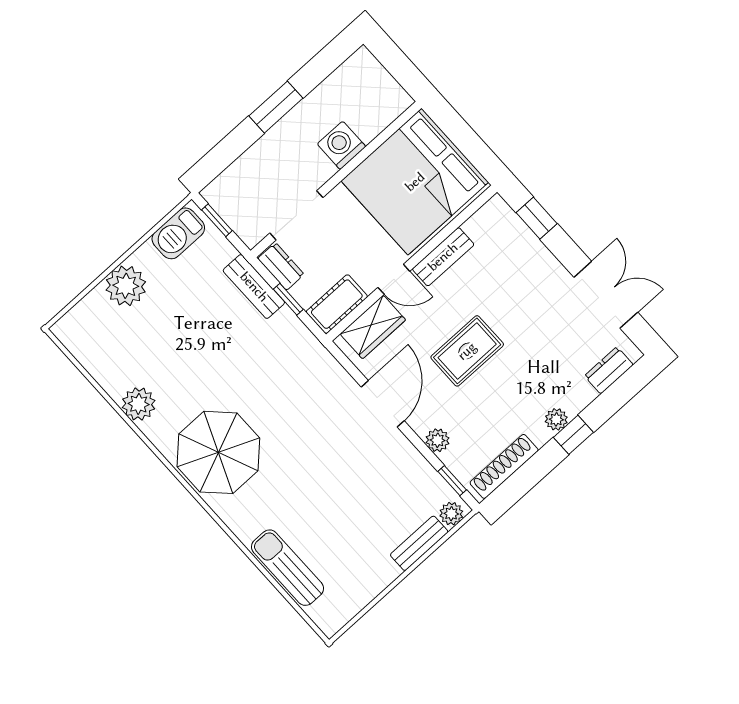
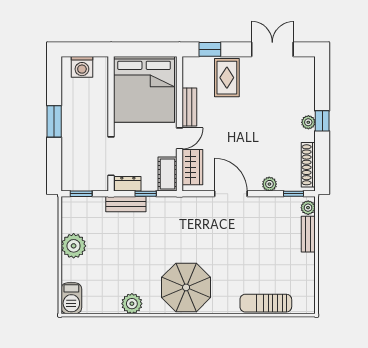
washing machine: (341, 145) -> (82, 67), moved, turned -90
barbecue: (178, 233) -> (71, 298), moved
plant: (126, 286) -> (74, 246), moved
rug: (467, 351) -> (227, 78), moved
dresser: (609, 370) -> (308, 79), removed

